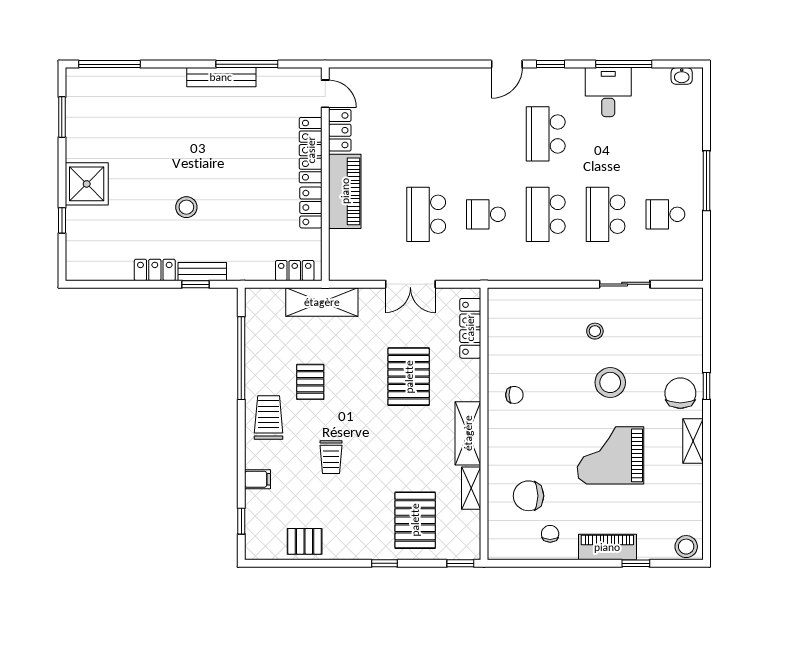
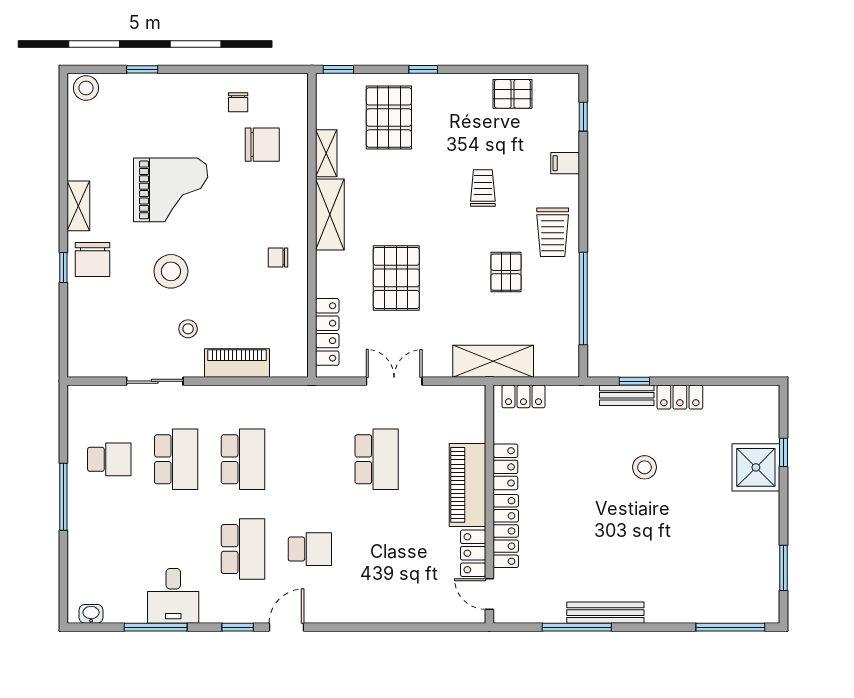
shower: (87, 184) -> (756, 467), moved
school desk: (486, 214) -> (310, 549), moved
piano: (607, 547) -> (237, 363), moved, turned 180

